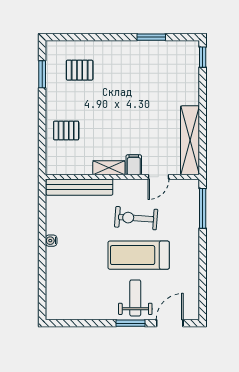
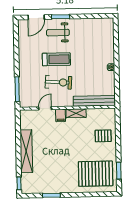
pallet: (80, 70) -> (96, 174), width x2.05, depth x2.00
shelving: (190, 140) -> (26, 151), moved
treadmill: (139, 255) -> (56, 59), width x0.73, depth x0.73
weight bench: (135, 298) -> (58, 33), turned 90

